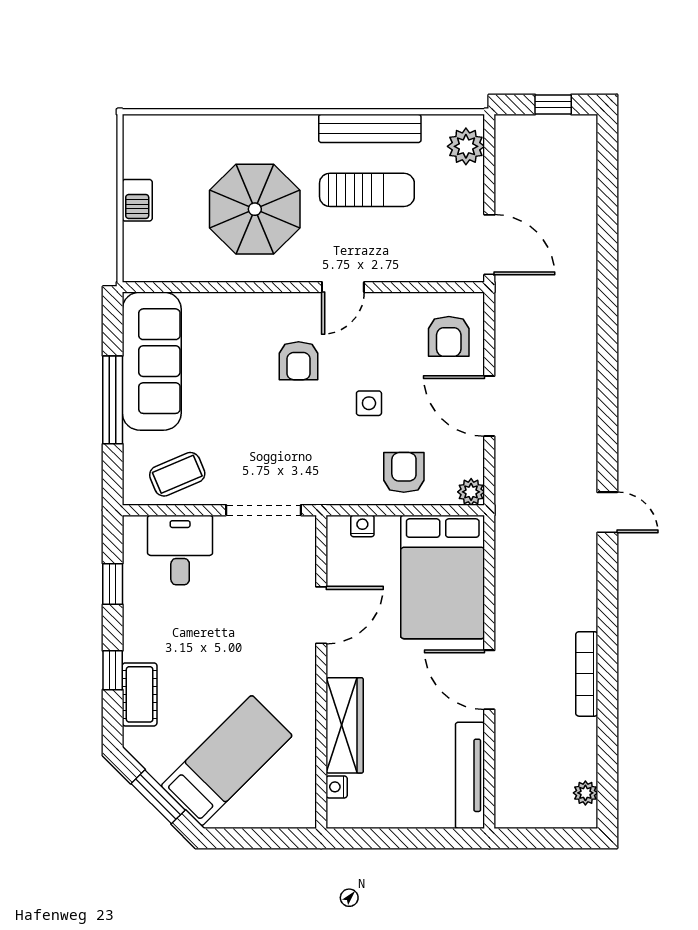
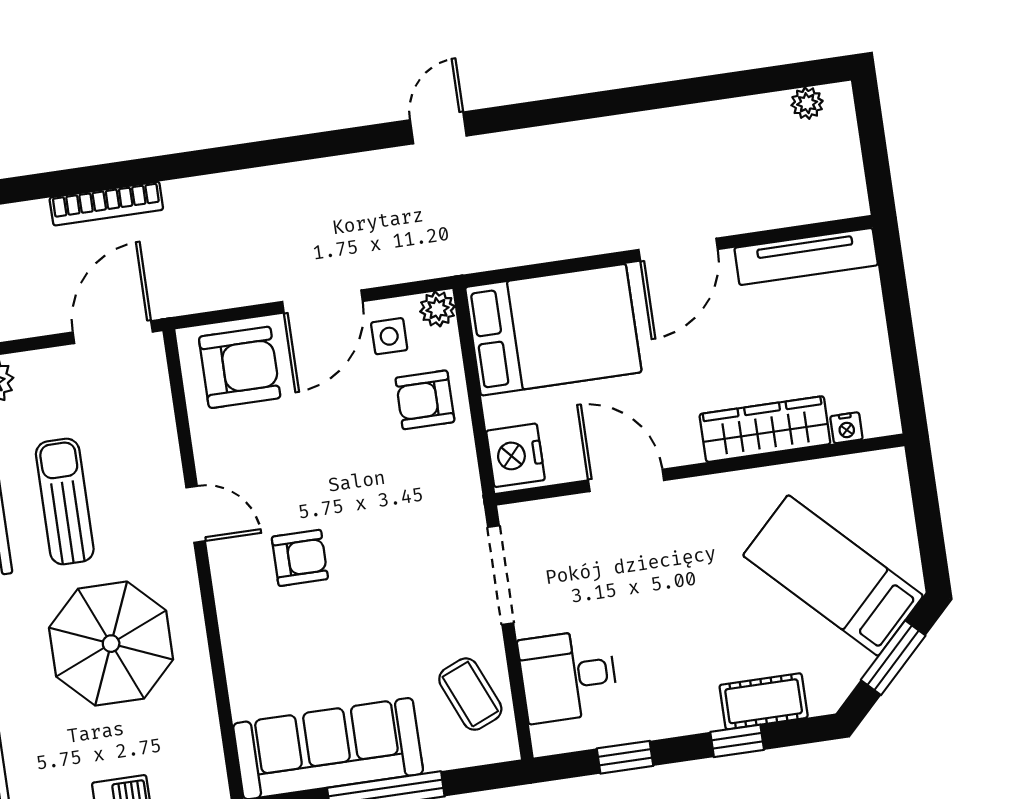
armchair: (449, 336) -> (240, 367), width x1.38, depth x1.38
side table: (369, 403) -> (389, 336), moved
nightstand: (362, 526) -> (516, 455), width x1.89, depth x1.79
bookcase: (587, 674) -> (106, 204), moved

